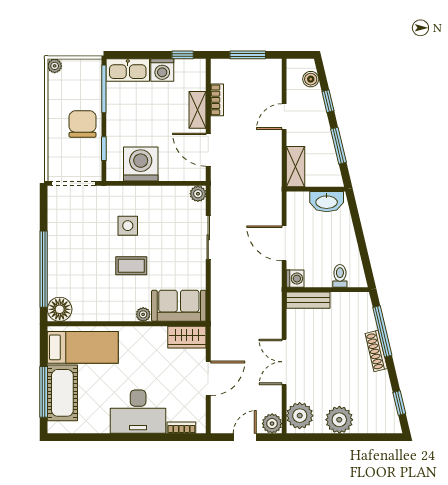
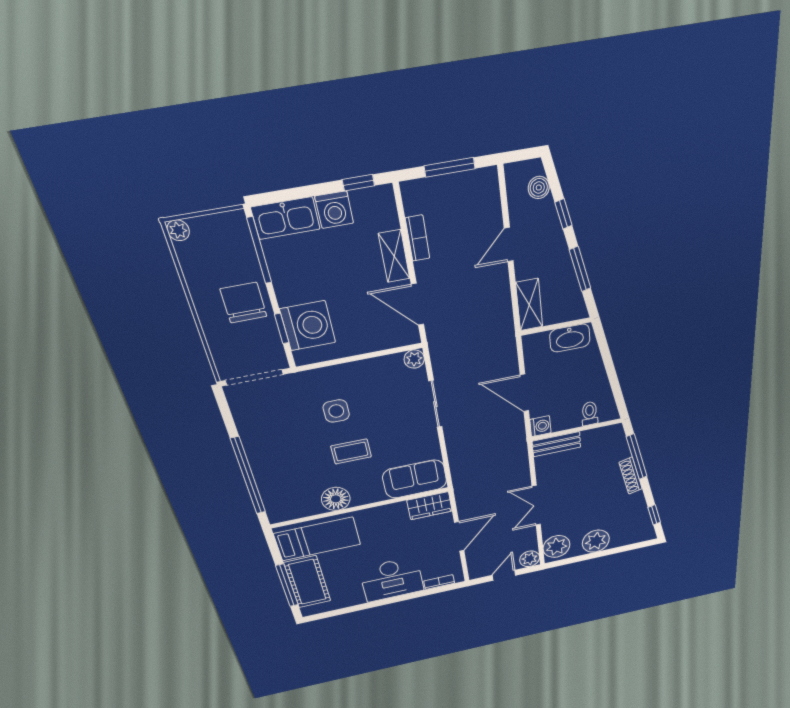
washing machine: (141, 164) -> (308, 326), moved, turned 90
floor lamp: (60, 309) -> (336, 499), moved
plant: (143, 314) -> (377, 495), removed

